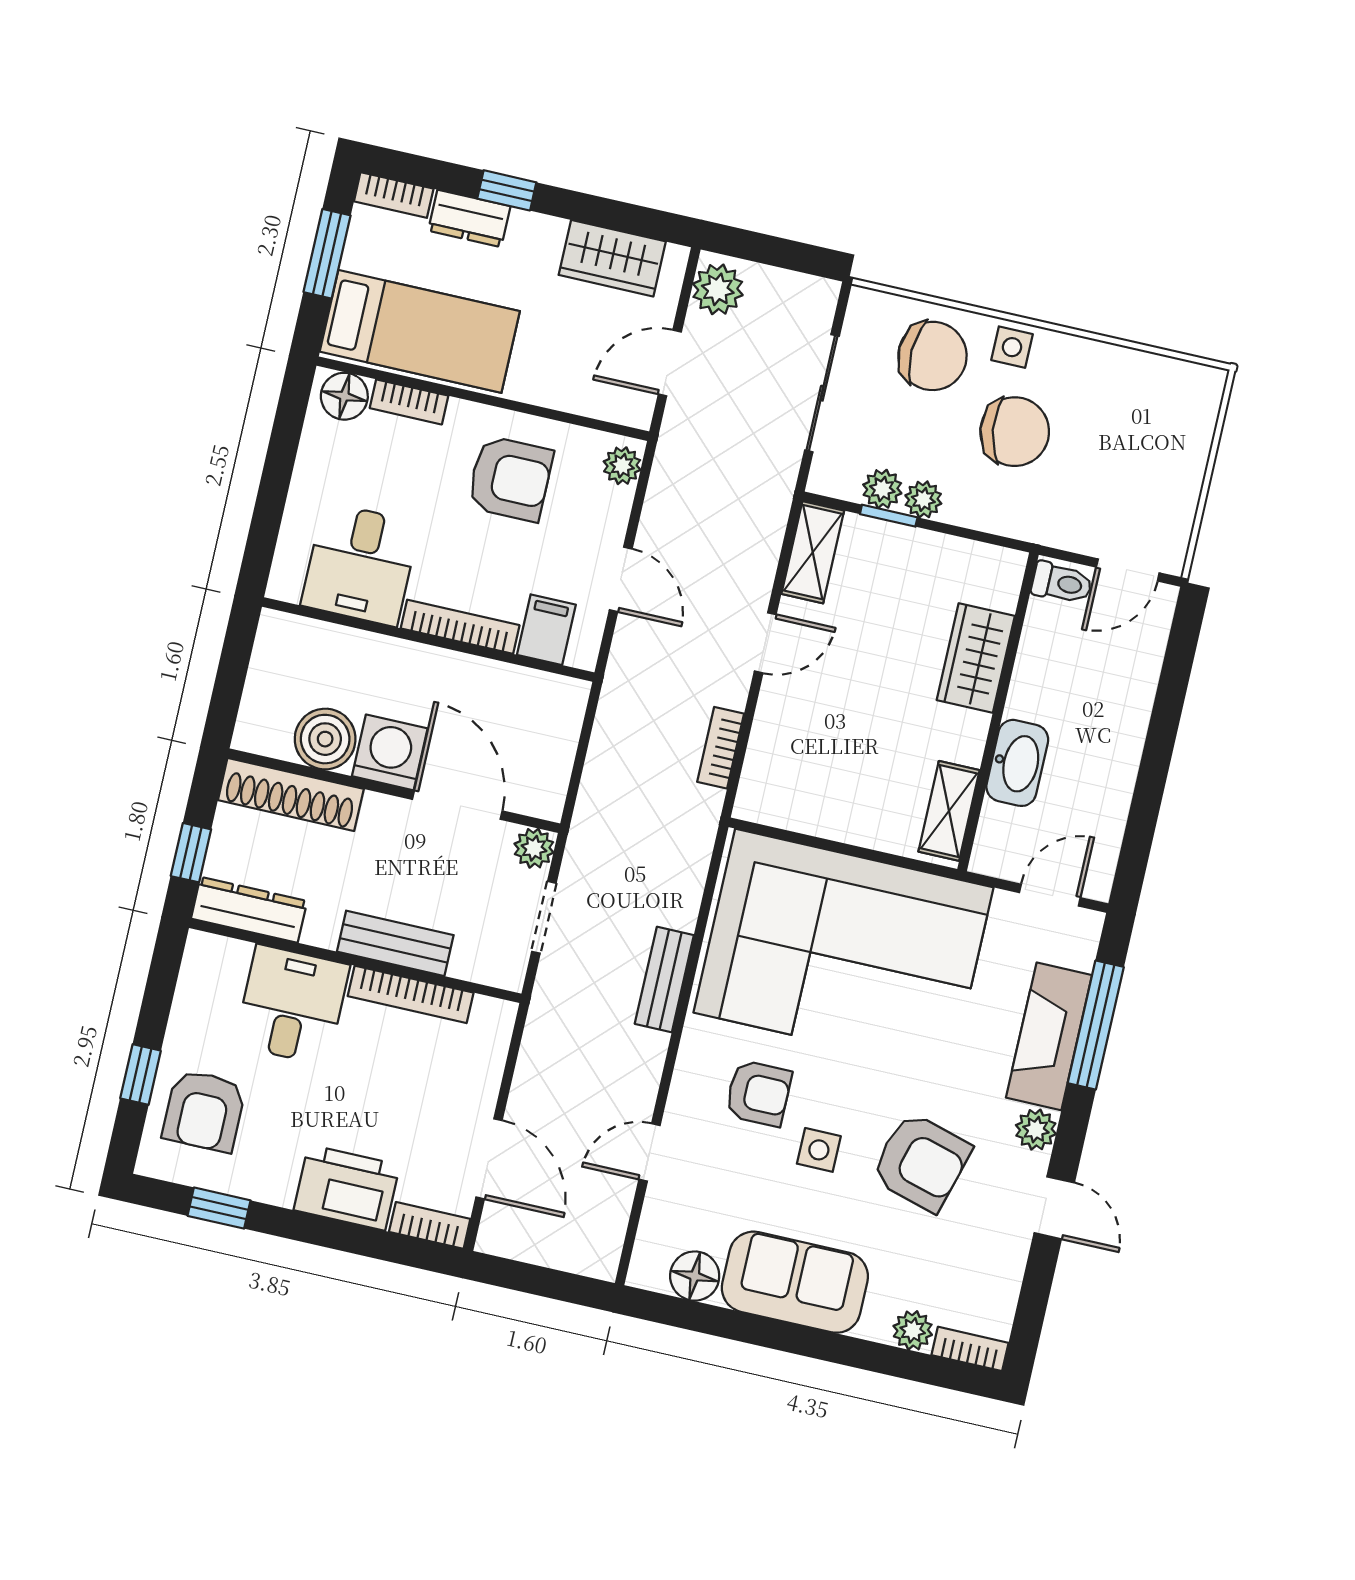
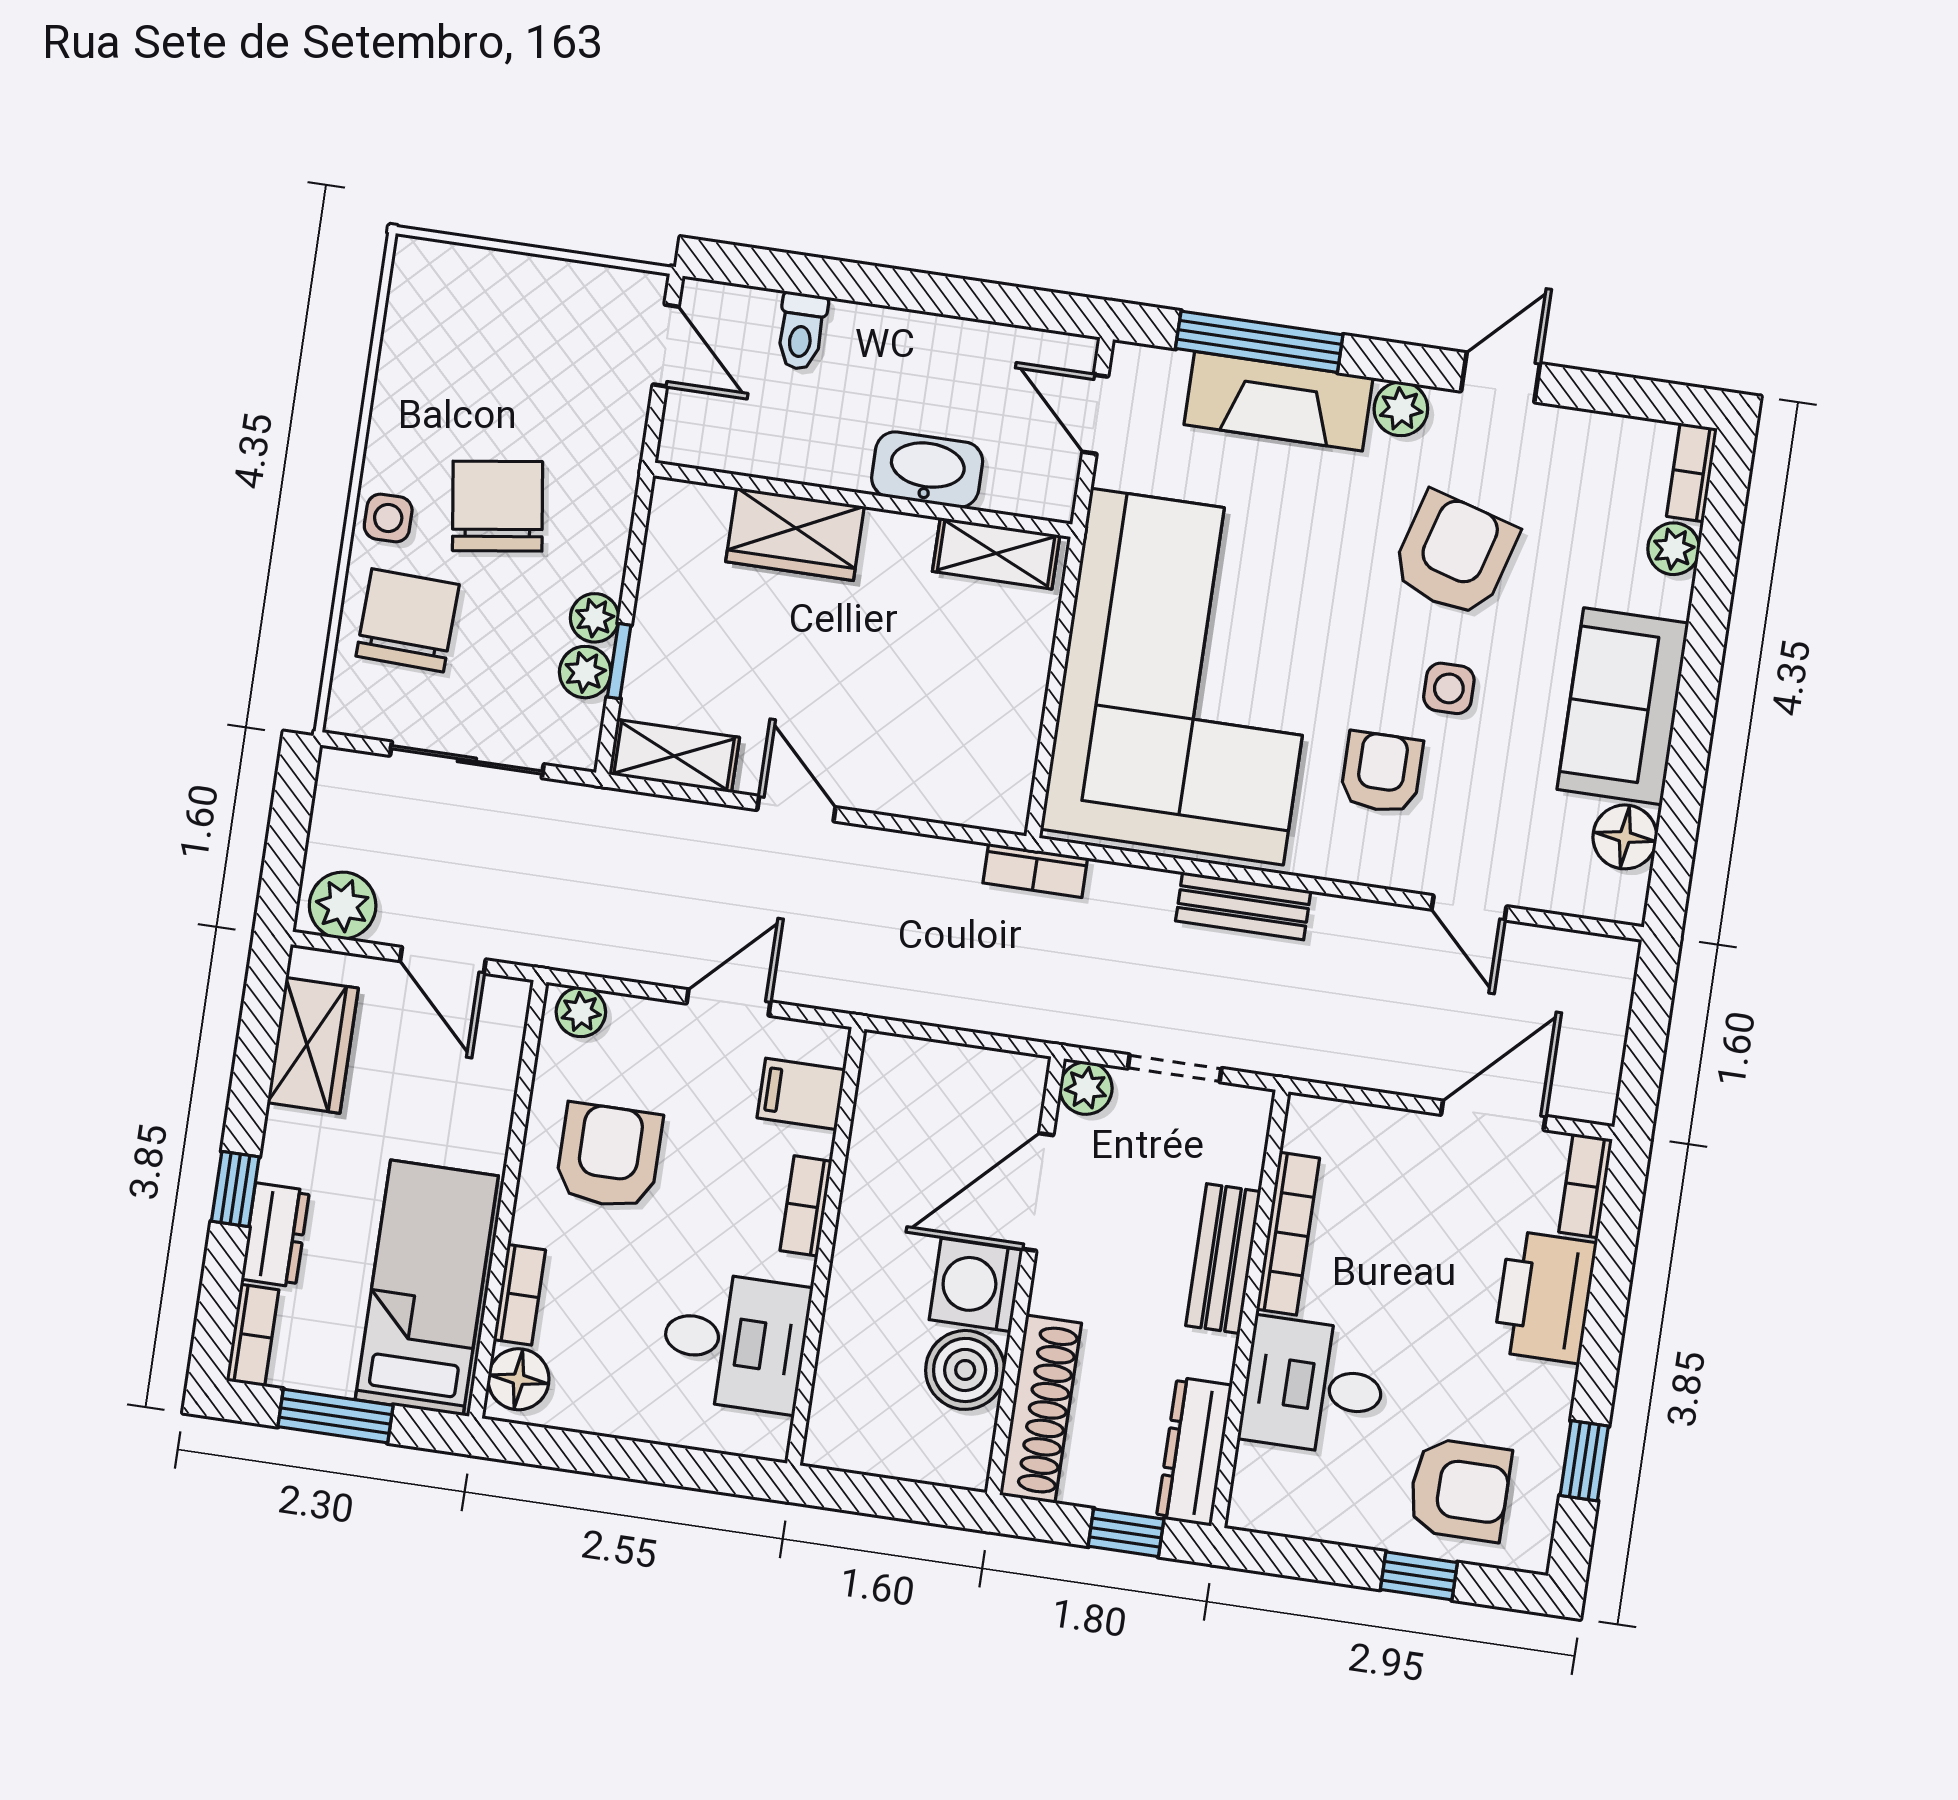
toilet: (1062, 583) -> (801, 331), moved, turned 180
bookcase: (460, 627) -> (806, 1206), width x0.64
bookcase: (721, 748) -> (1035, 870), moved

